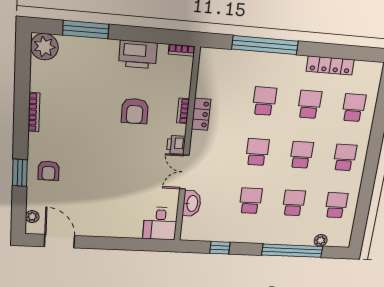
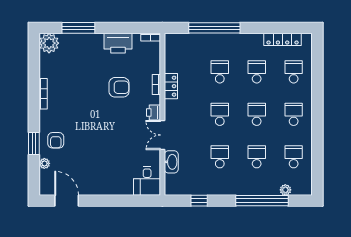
locker: (330, 65) -> (283, 39), moved
armchair: (135, 111) -> (119, 87), turned -90
plant: (32, 217) -> (44, 163), moved

